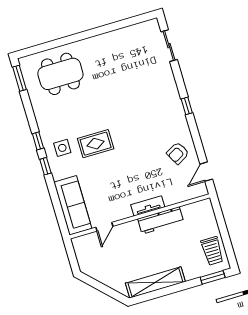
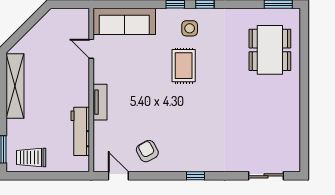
workbench: (161, 220) -> (80, 131), moved

